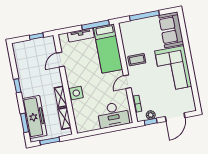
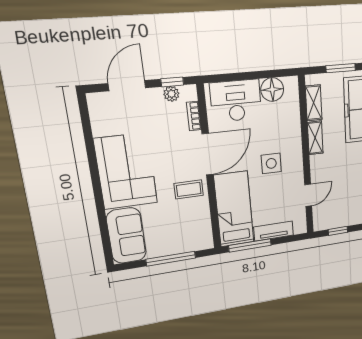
door: (127, 82) -> (207, 154), width x1.88
side table: (76, 93) -> (271, 163), moved
floor lamp: (92, 124) -> (272, 89), added

